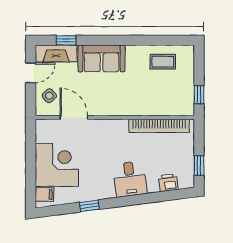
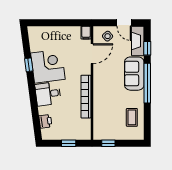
window: (115, 40) -> (147, 83), added
bookcase: (159, 126) -> (86, 97), moved
corner desk: (57, 165) -> (48, 66), moved, turned -97
window: (199, 166) -> (69, 143), moved
filing cabinet: (44, 195) -> (86, 33), moved

